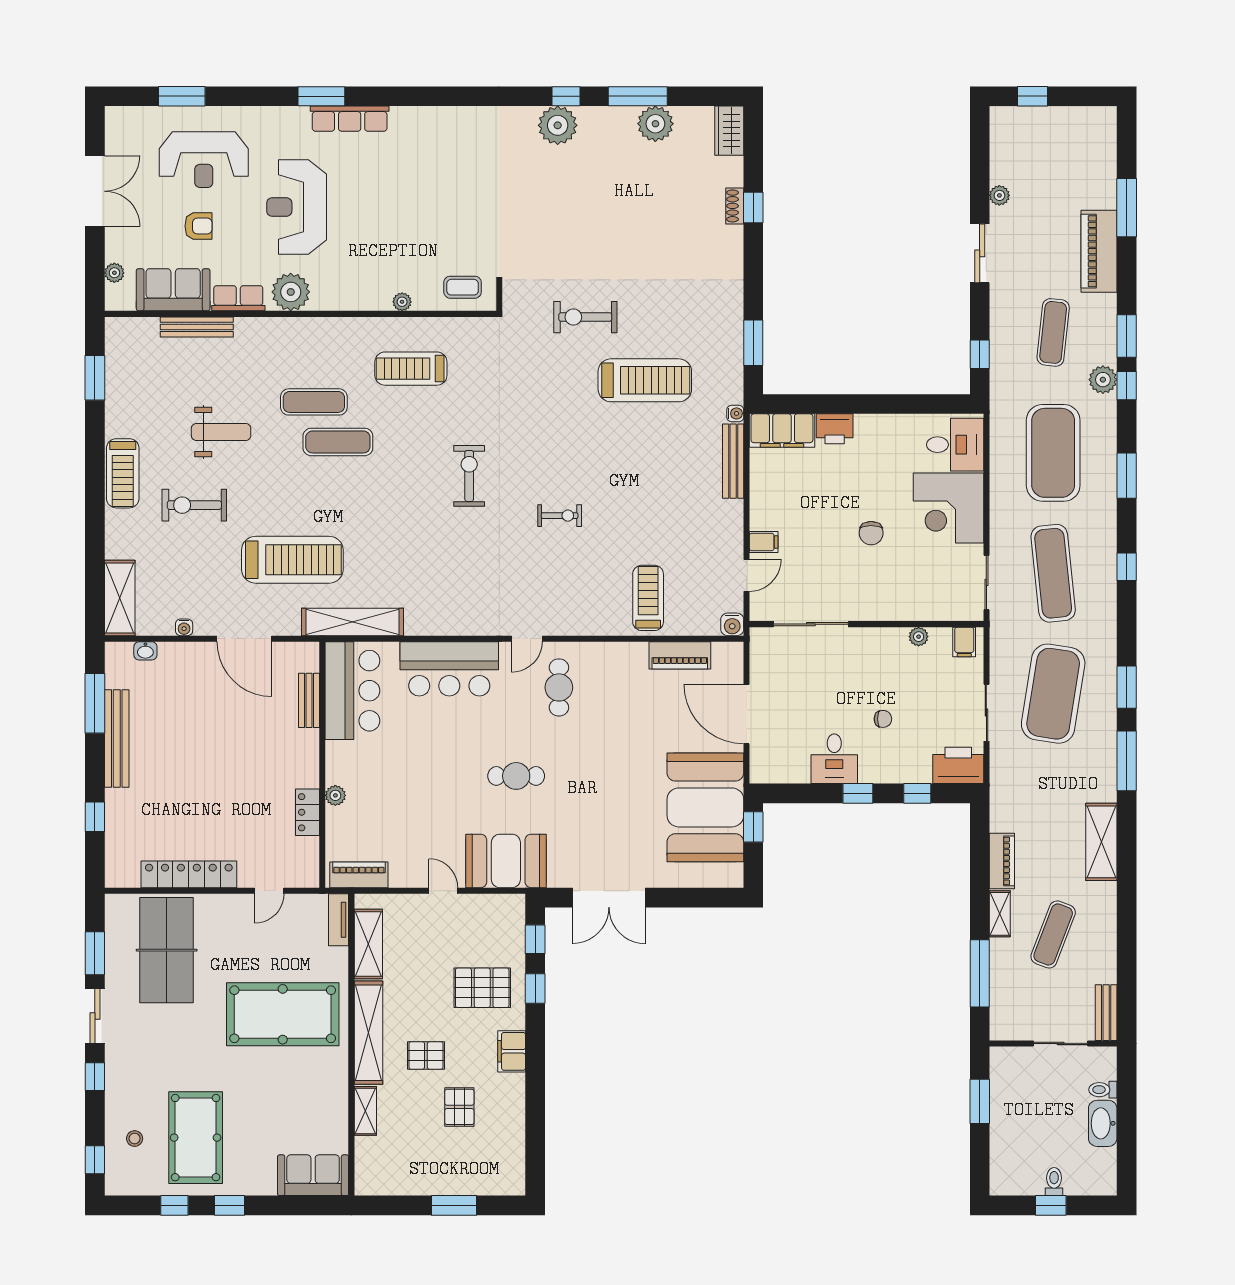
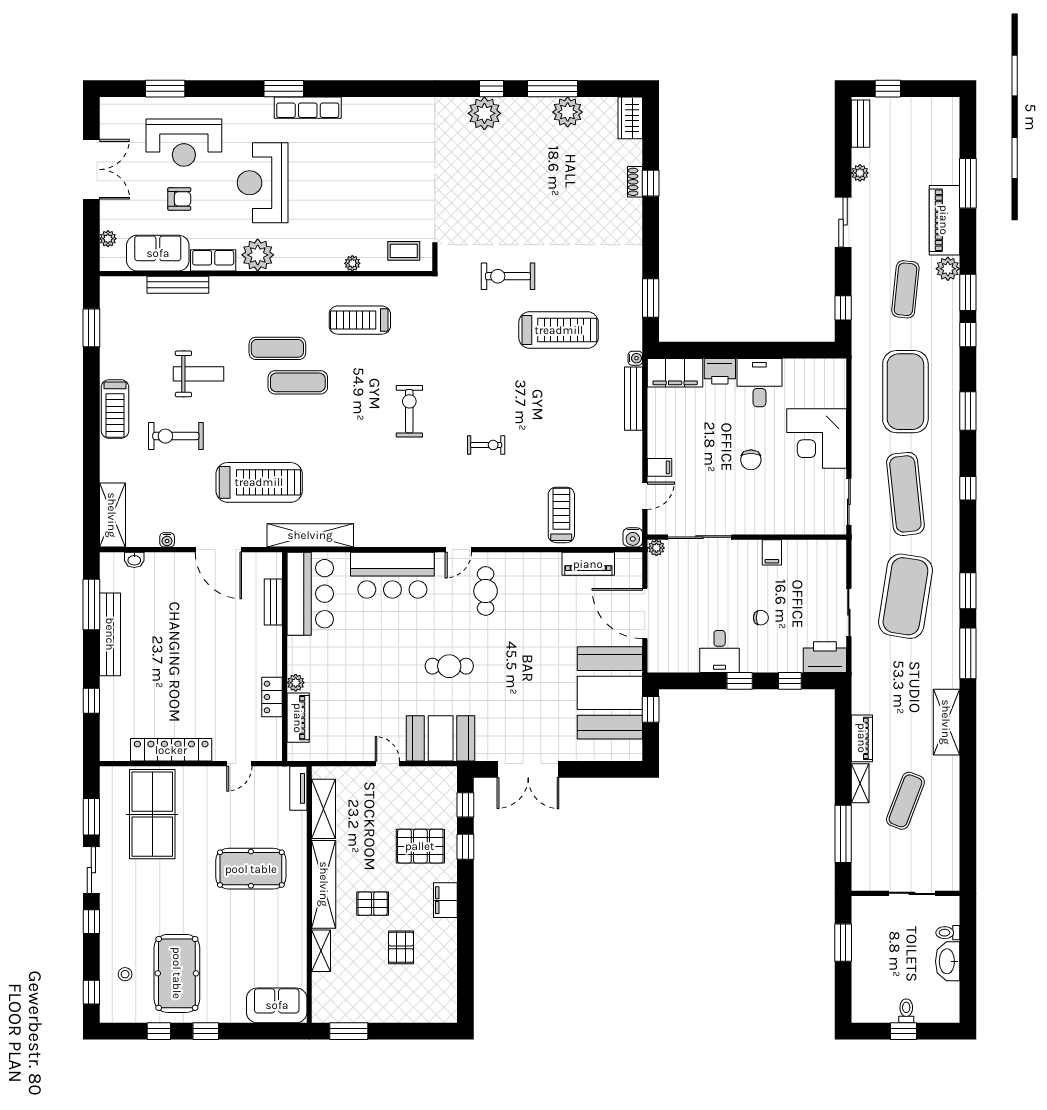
plant: (1103, 380) -> (948, 269), moved
desk: (955, 445) -> (759, 383), moved, turned -90
plant: (919, 637) -> (656, 548), moved
filing cabinet: (964, 642) -> (772, 552), moved
piano: (359, 875) -> (298, 718), moved, turned 90
bench: (1106, 1013) -> (860, 124), moved
pool table: (283, 1014) -> (251, 869), width x0.73, depth x0.76
window: (454, 1205) -> (349, 1031), moved

